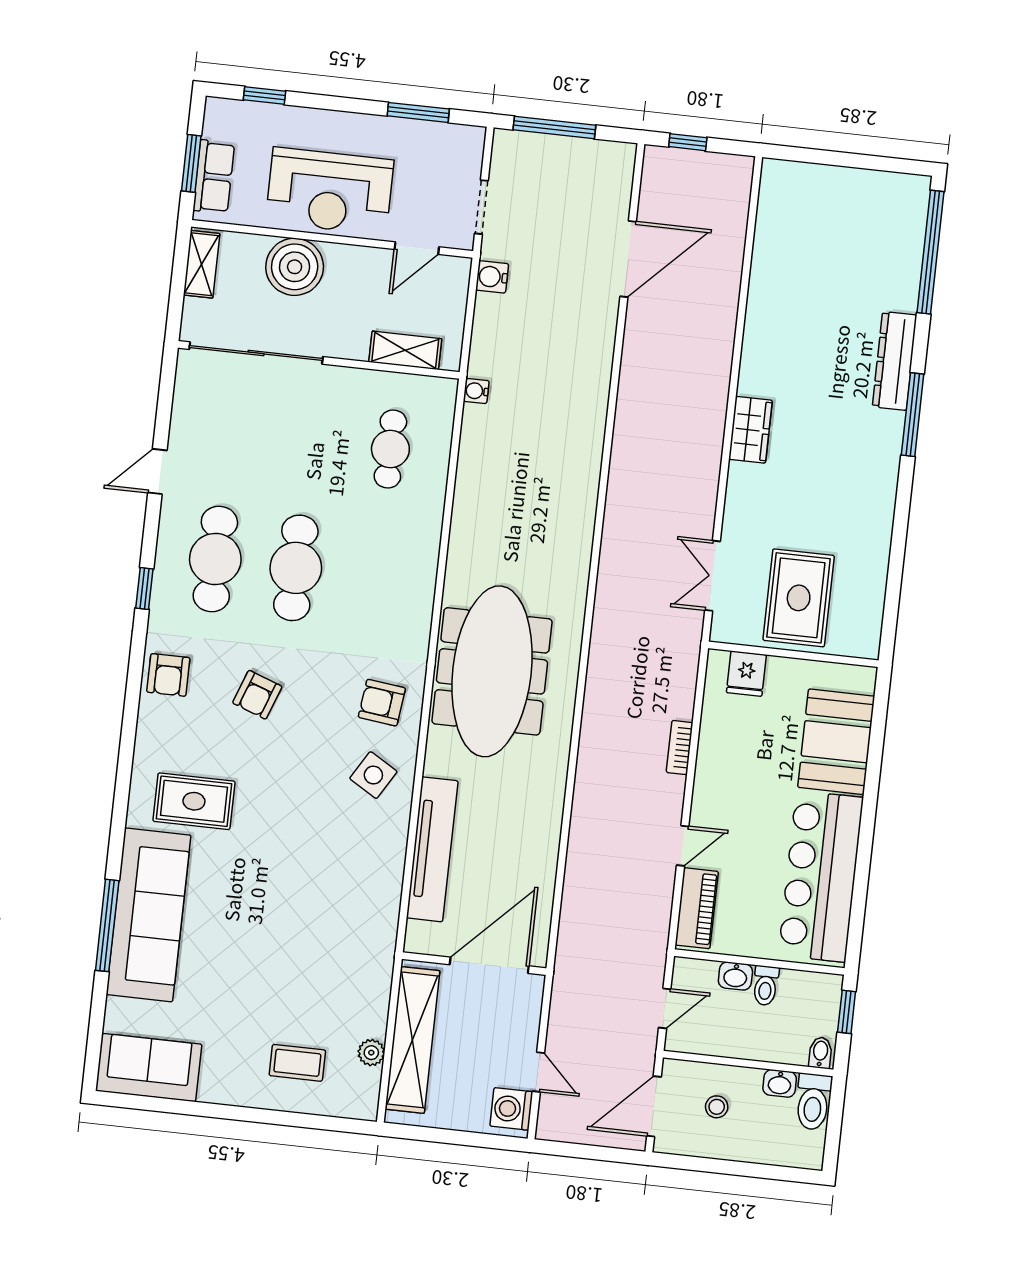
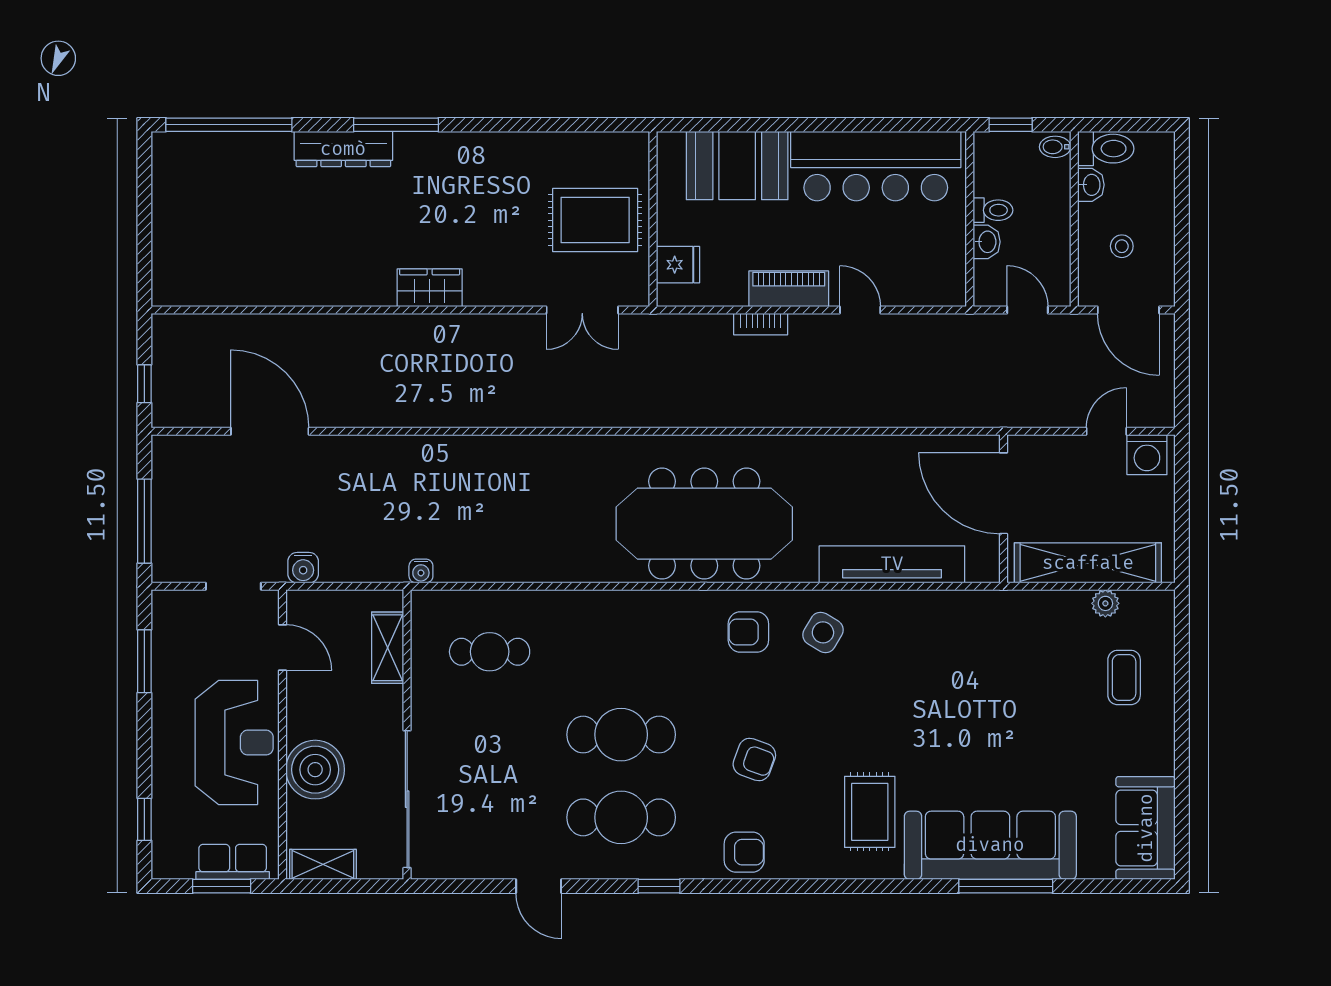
armchair: (382, 703) -> (748, 632), turned 83
piano: (697, 908) -> (789, 289), moved

